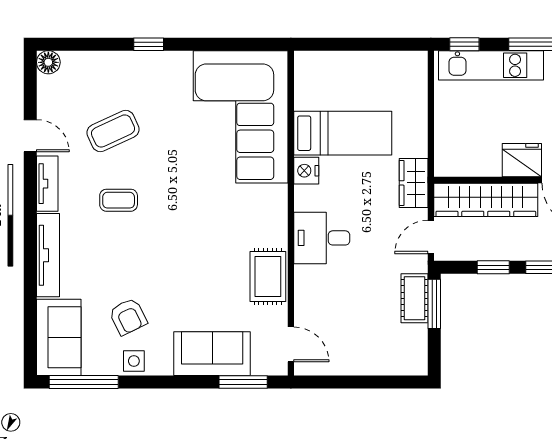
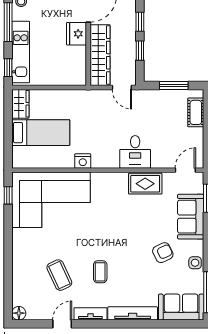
window: (149, 44) -> (8, 195), moved
bed: (343, 133) -> (41, 133), moved, turned 90
wardrobe: (414, 183) -> (20, 104), moved, turned -90
desk: (322, 238) -> (135, 152), moved
cot: (414, 298) -> (196, 112), moved, turned 90
window: (434, 304) -> (174, 85), moved
armchair: (128, 317) -> (163, 253), moved

